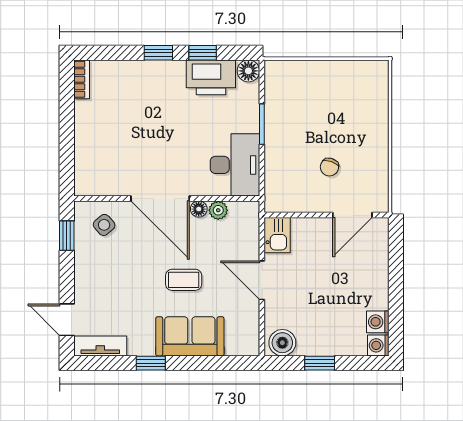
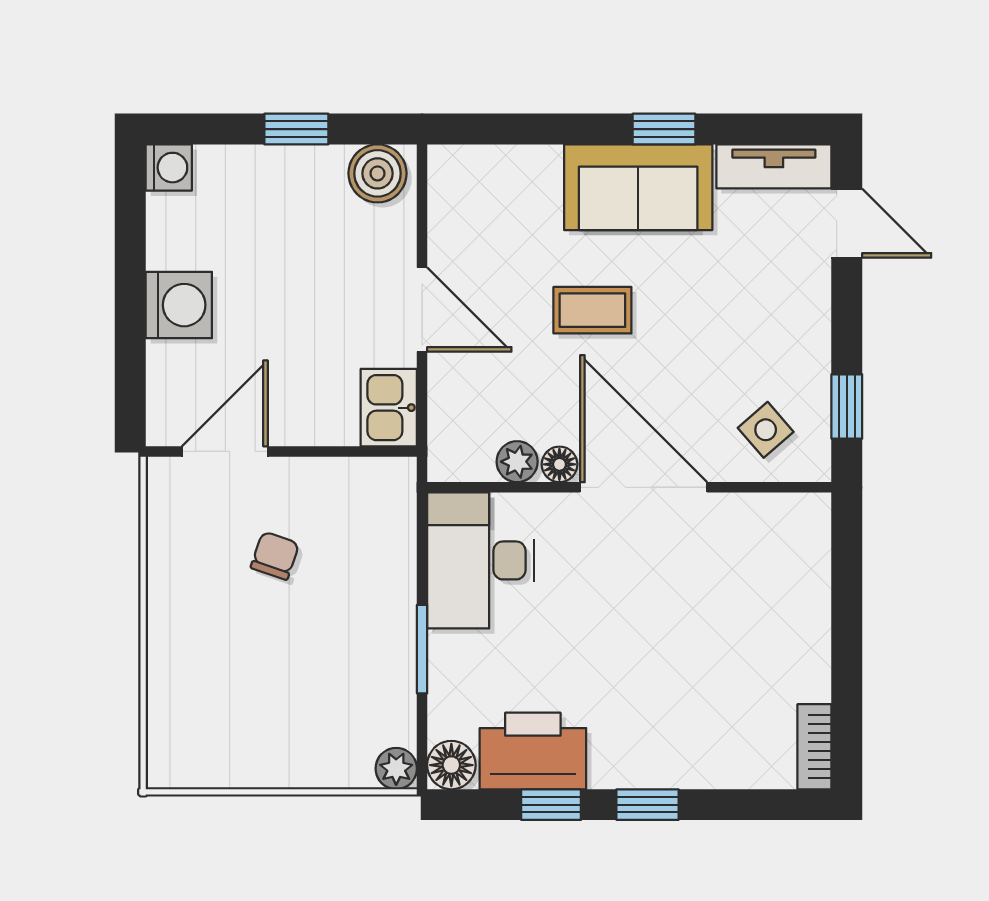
plant: (274, 69) -> (396, 769), added
washing machine: (378, 322) -> (179, 305), moved, width x1.38, depth x1.38
sofa: (190, 336) -> (638, 187), moved

